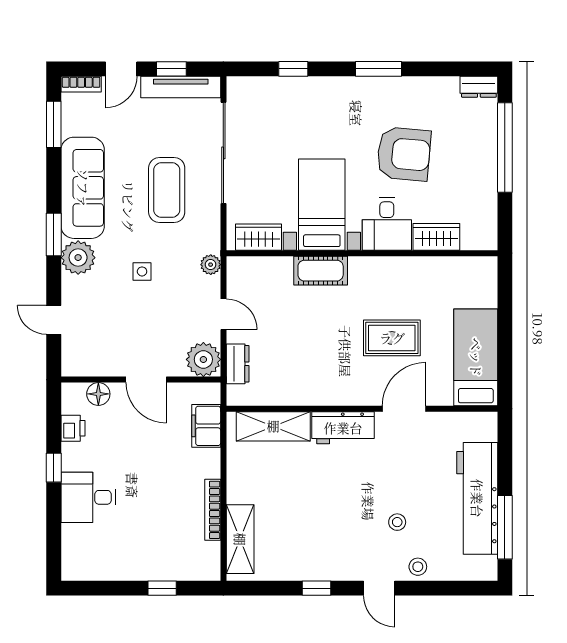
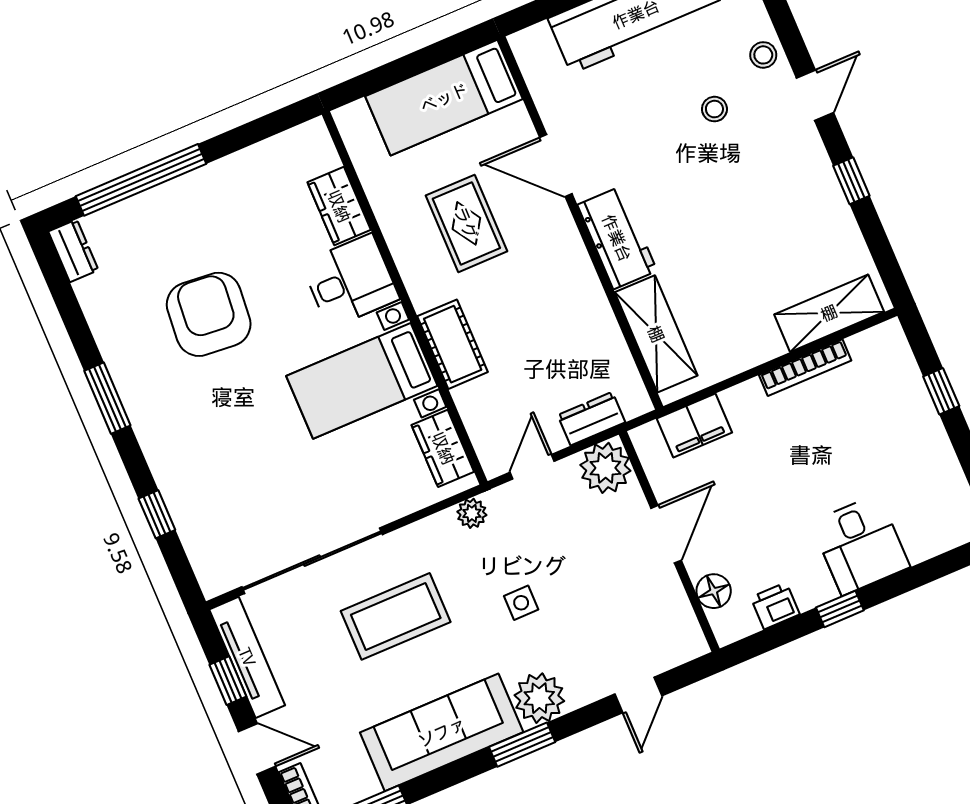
bed with nightstands: (322, 205) -> (362, 381), moved
desk: (387, 224) -> (350, 281), moved
wardrobe: (259, 237) -> (443, 448), moved
wardrobe: (436, 237) -> (339, 206), moved
wall: (362, 253) -> (405, 298), moved
cot: (321, 271) -> (453, 344), moved

